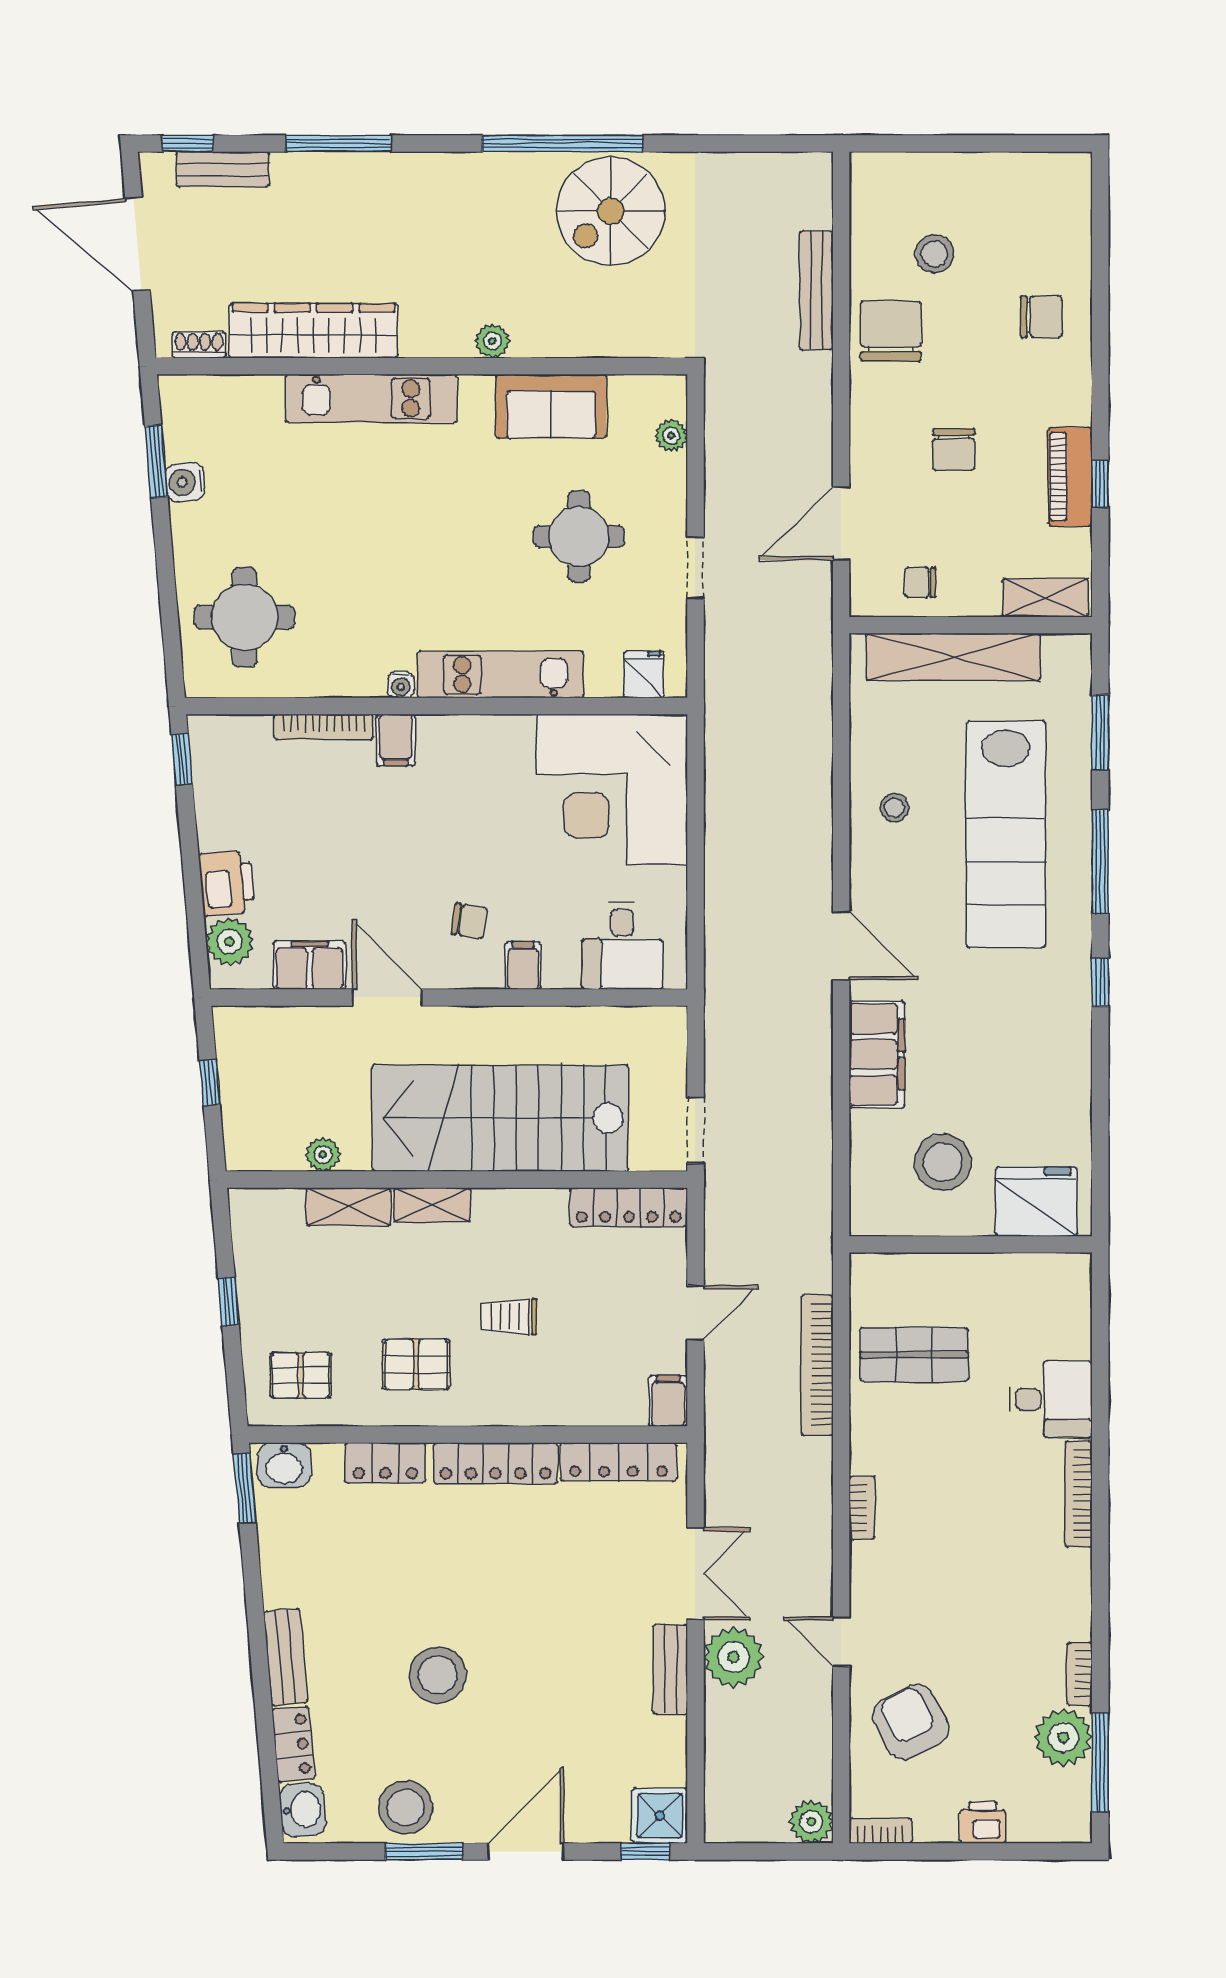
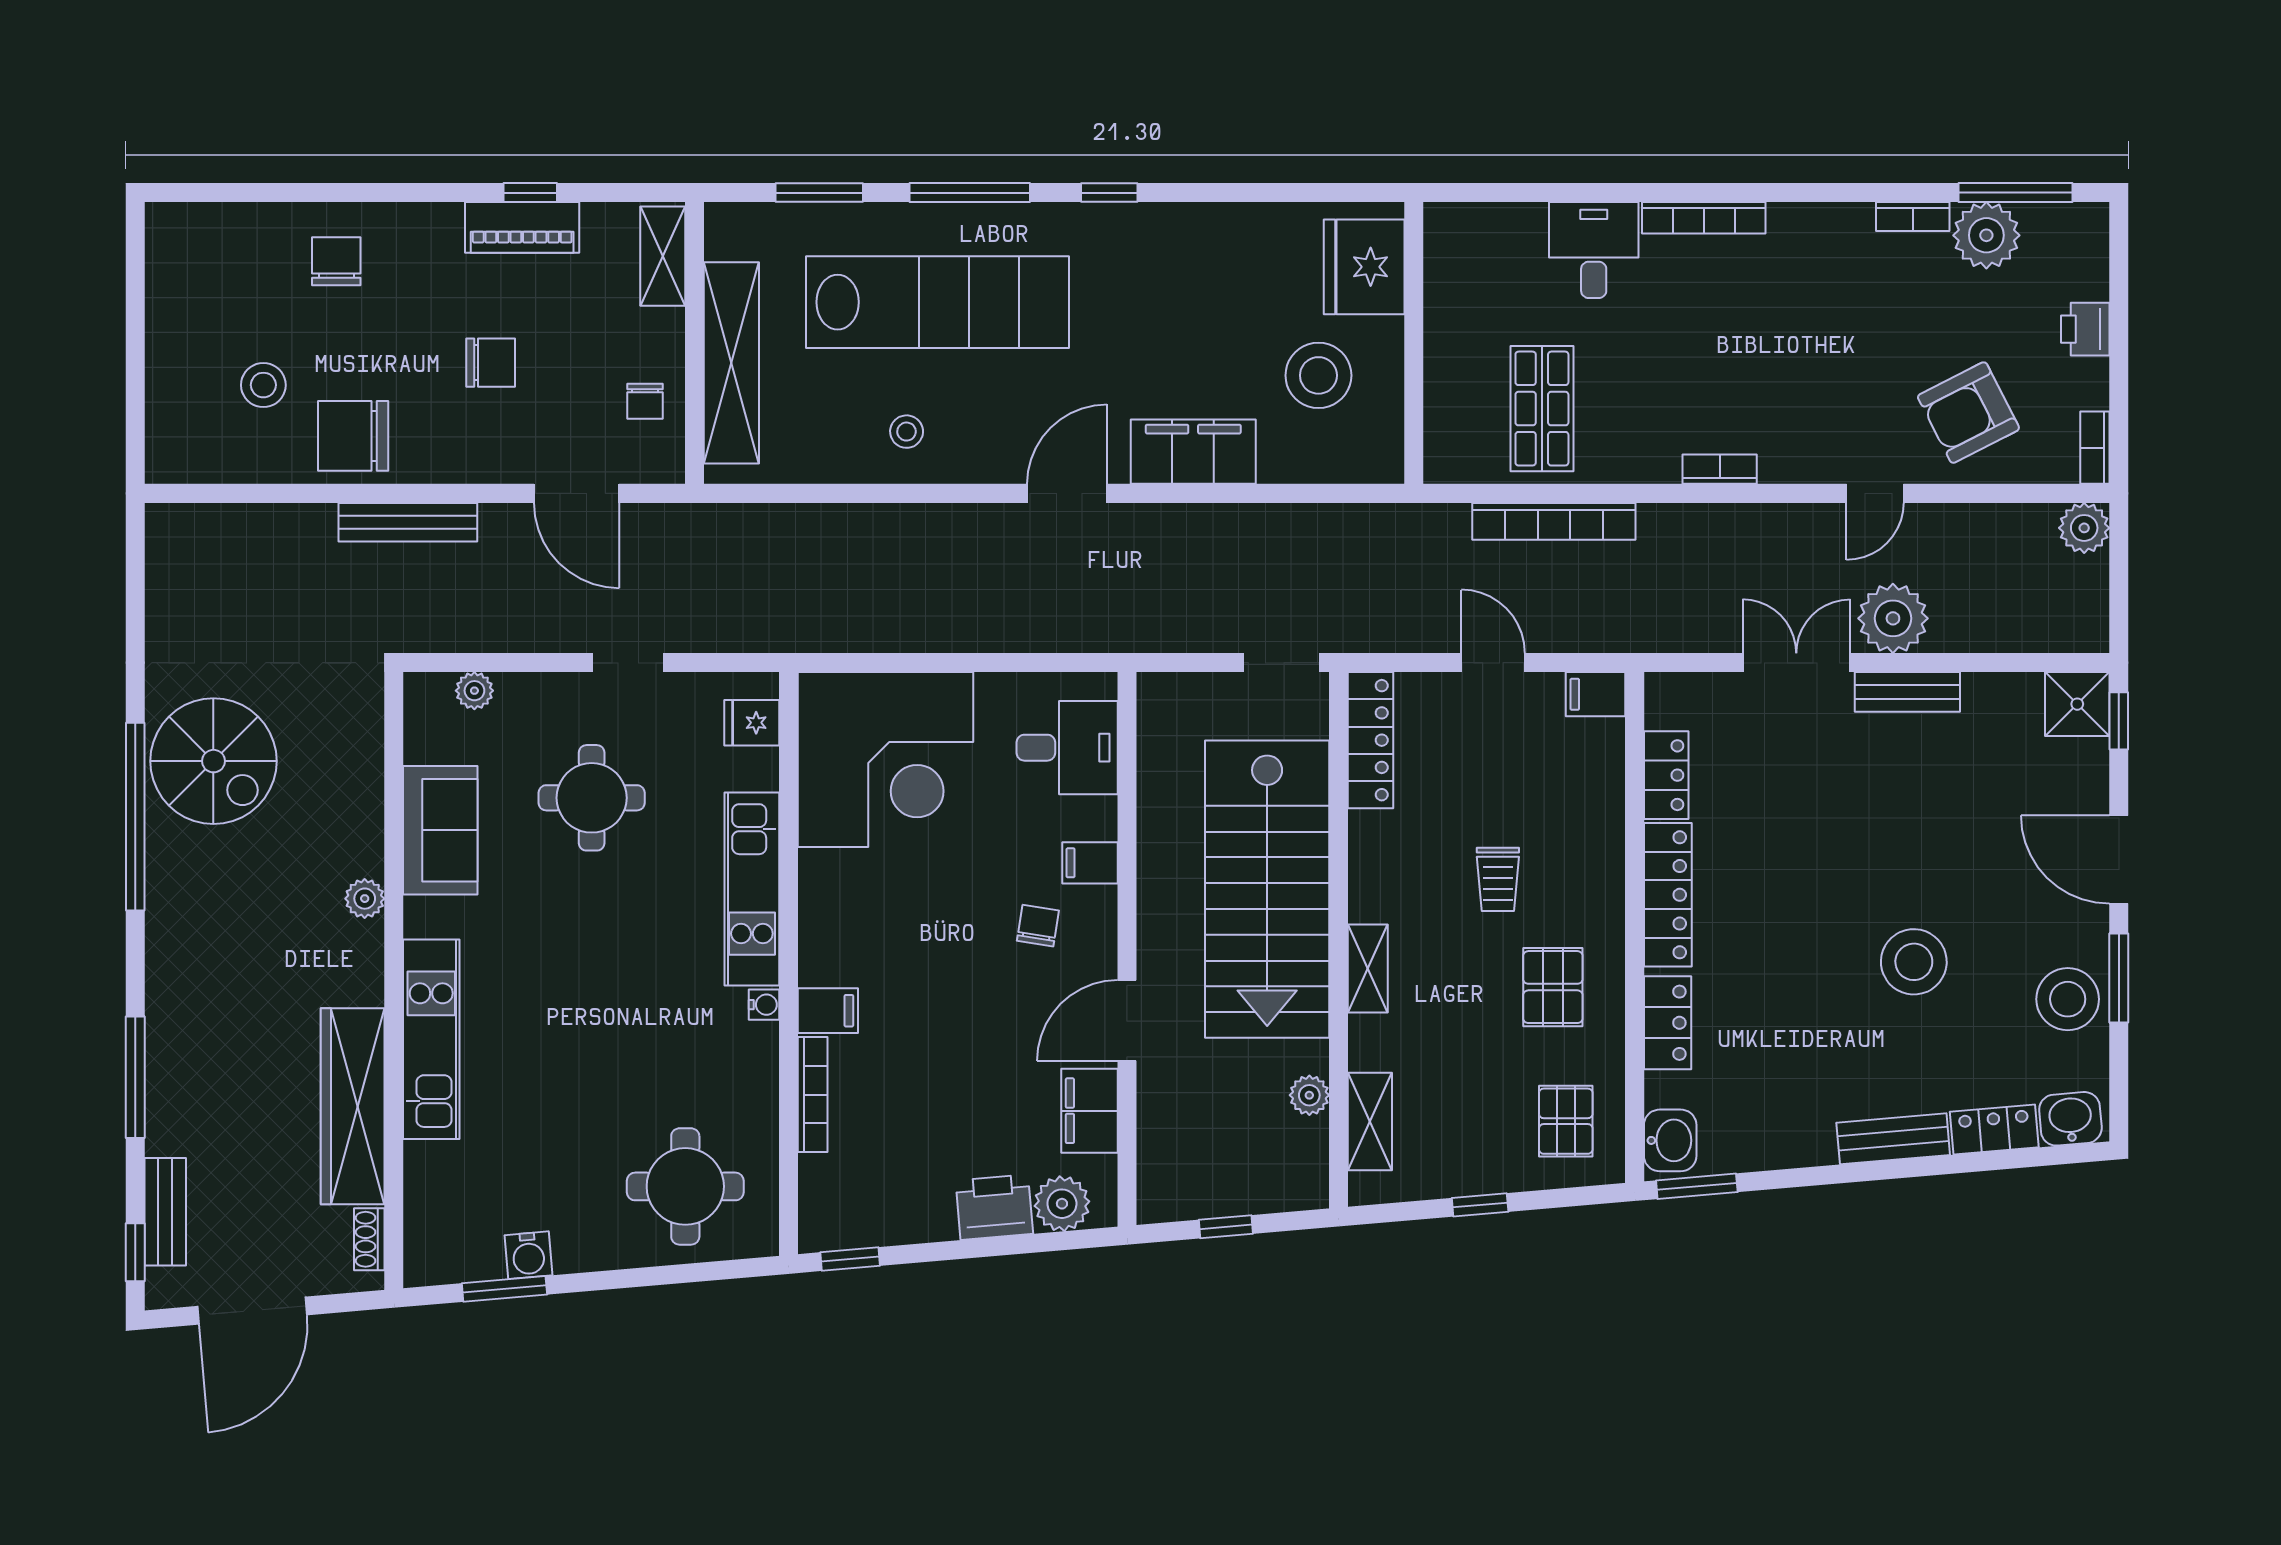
bench: (816, 290) -> (408, 522), moved
shelving: (349, 1207) -> (1370, 1121), moved
locker: (618, 1462) -> (1666, 775), width x0.66

